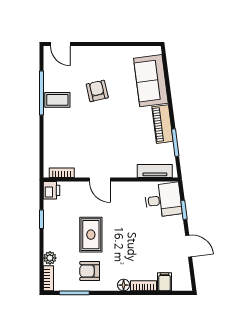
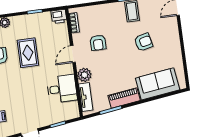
armchair: (90, 147) -> (98, 43), added
plant: (127, 169) -> (84, 75), added
desk: (163, 200) -> (62, 89), moved, turned -83
rug: (91, 235) -> (28, 53), turned 90

